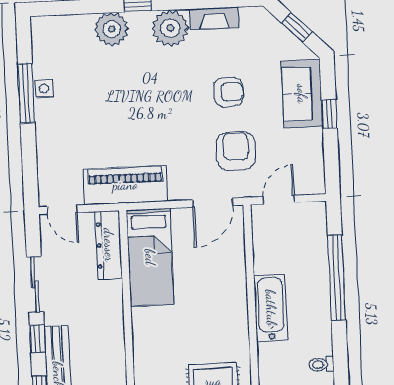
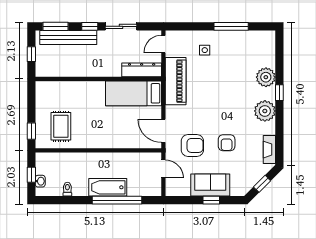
fireplace: (214, 18) -> (269, 150), moved
side table: (44, 88) -> (205, 50), moved
sofa: (302, 94) -> (210, 185), moved
bathtub: (271, 308) -> (108, 187), moved, turned 180

